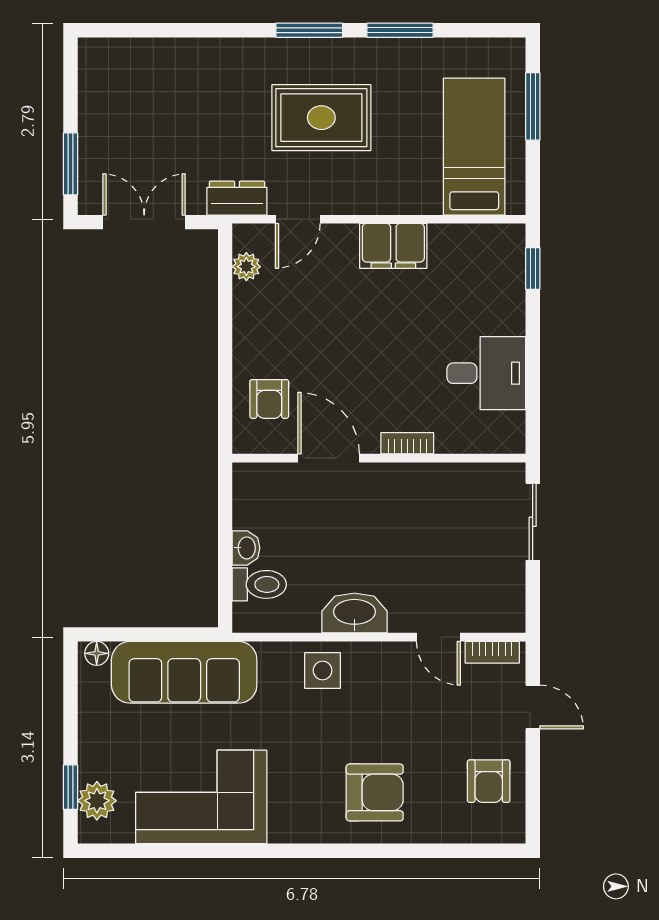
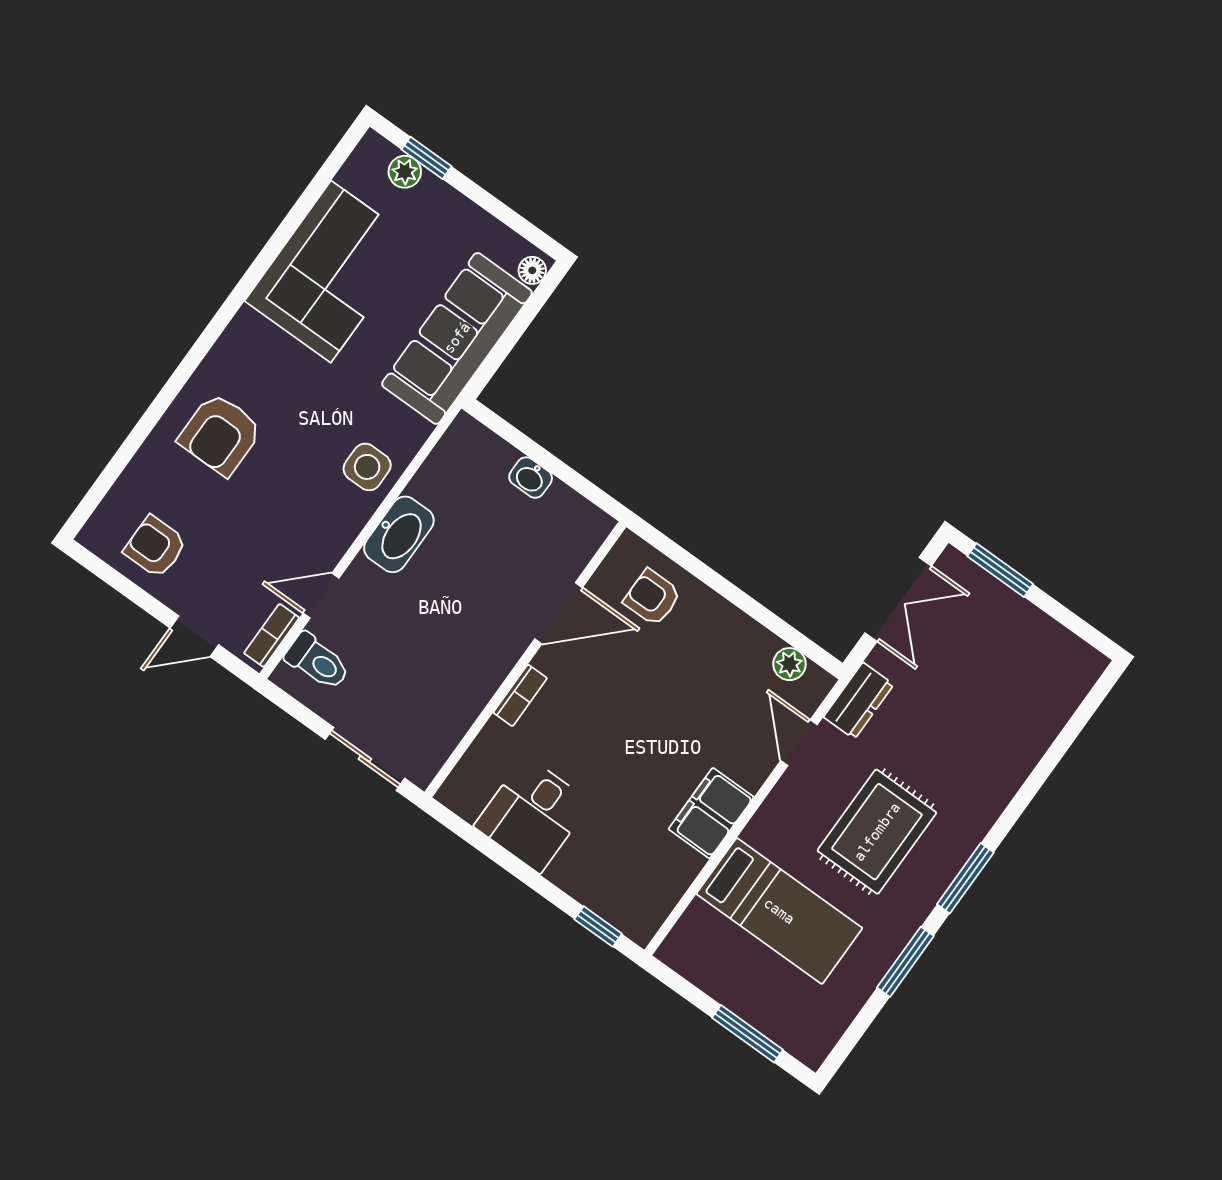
bed: (474, 147) -> (779, 911), moved
toilet: (259, 584) -> (318, 662), moved, turned -90
plant: (97, 801) -> (405, 172), width x0.73, depth x0.73

